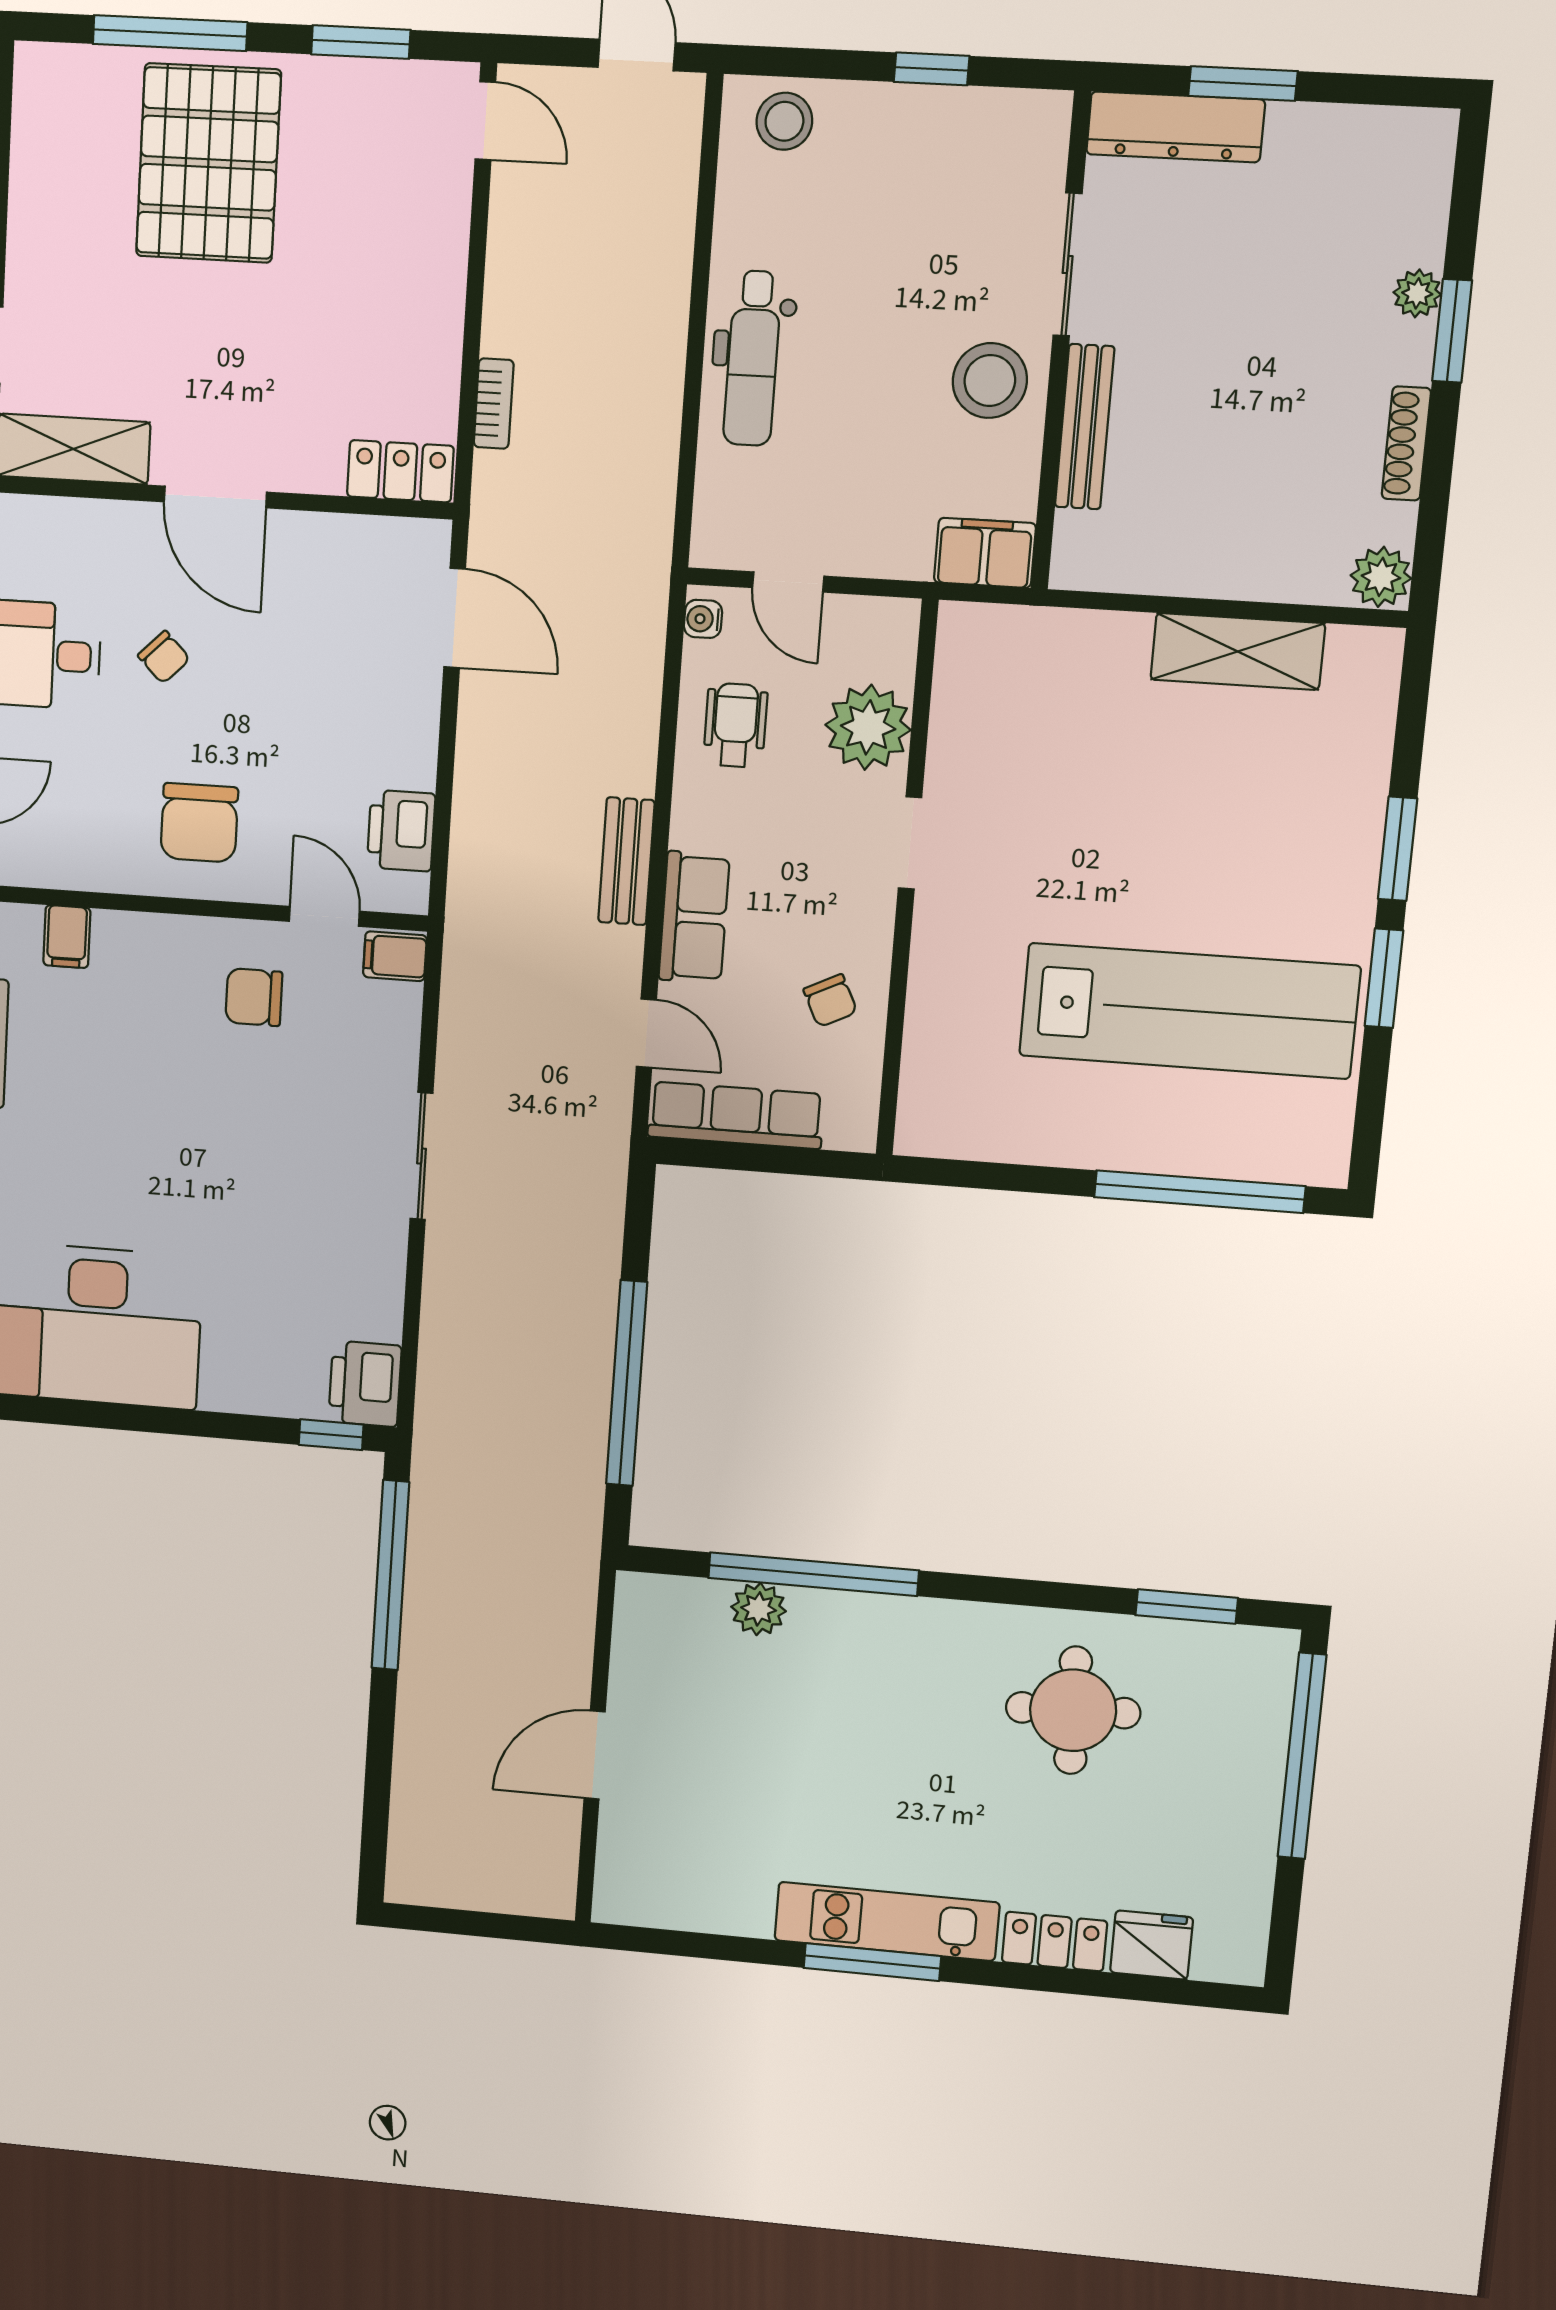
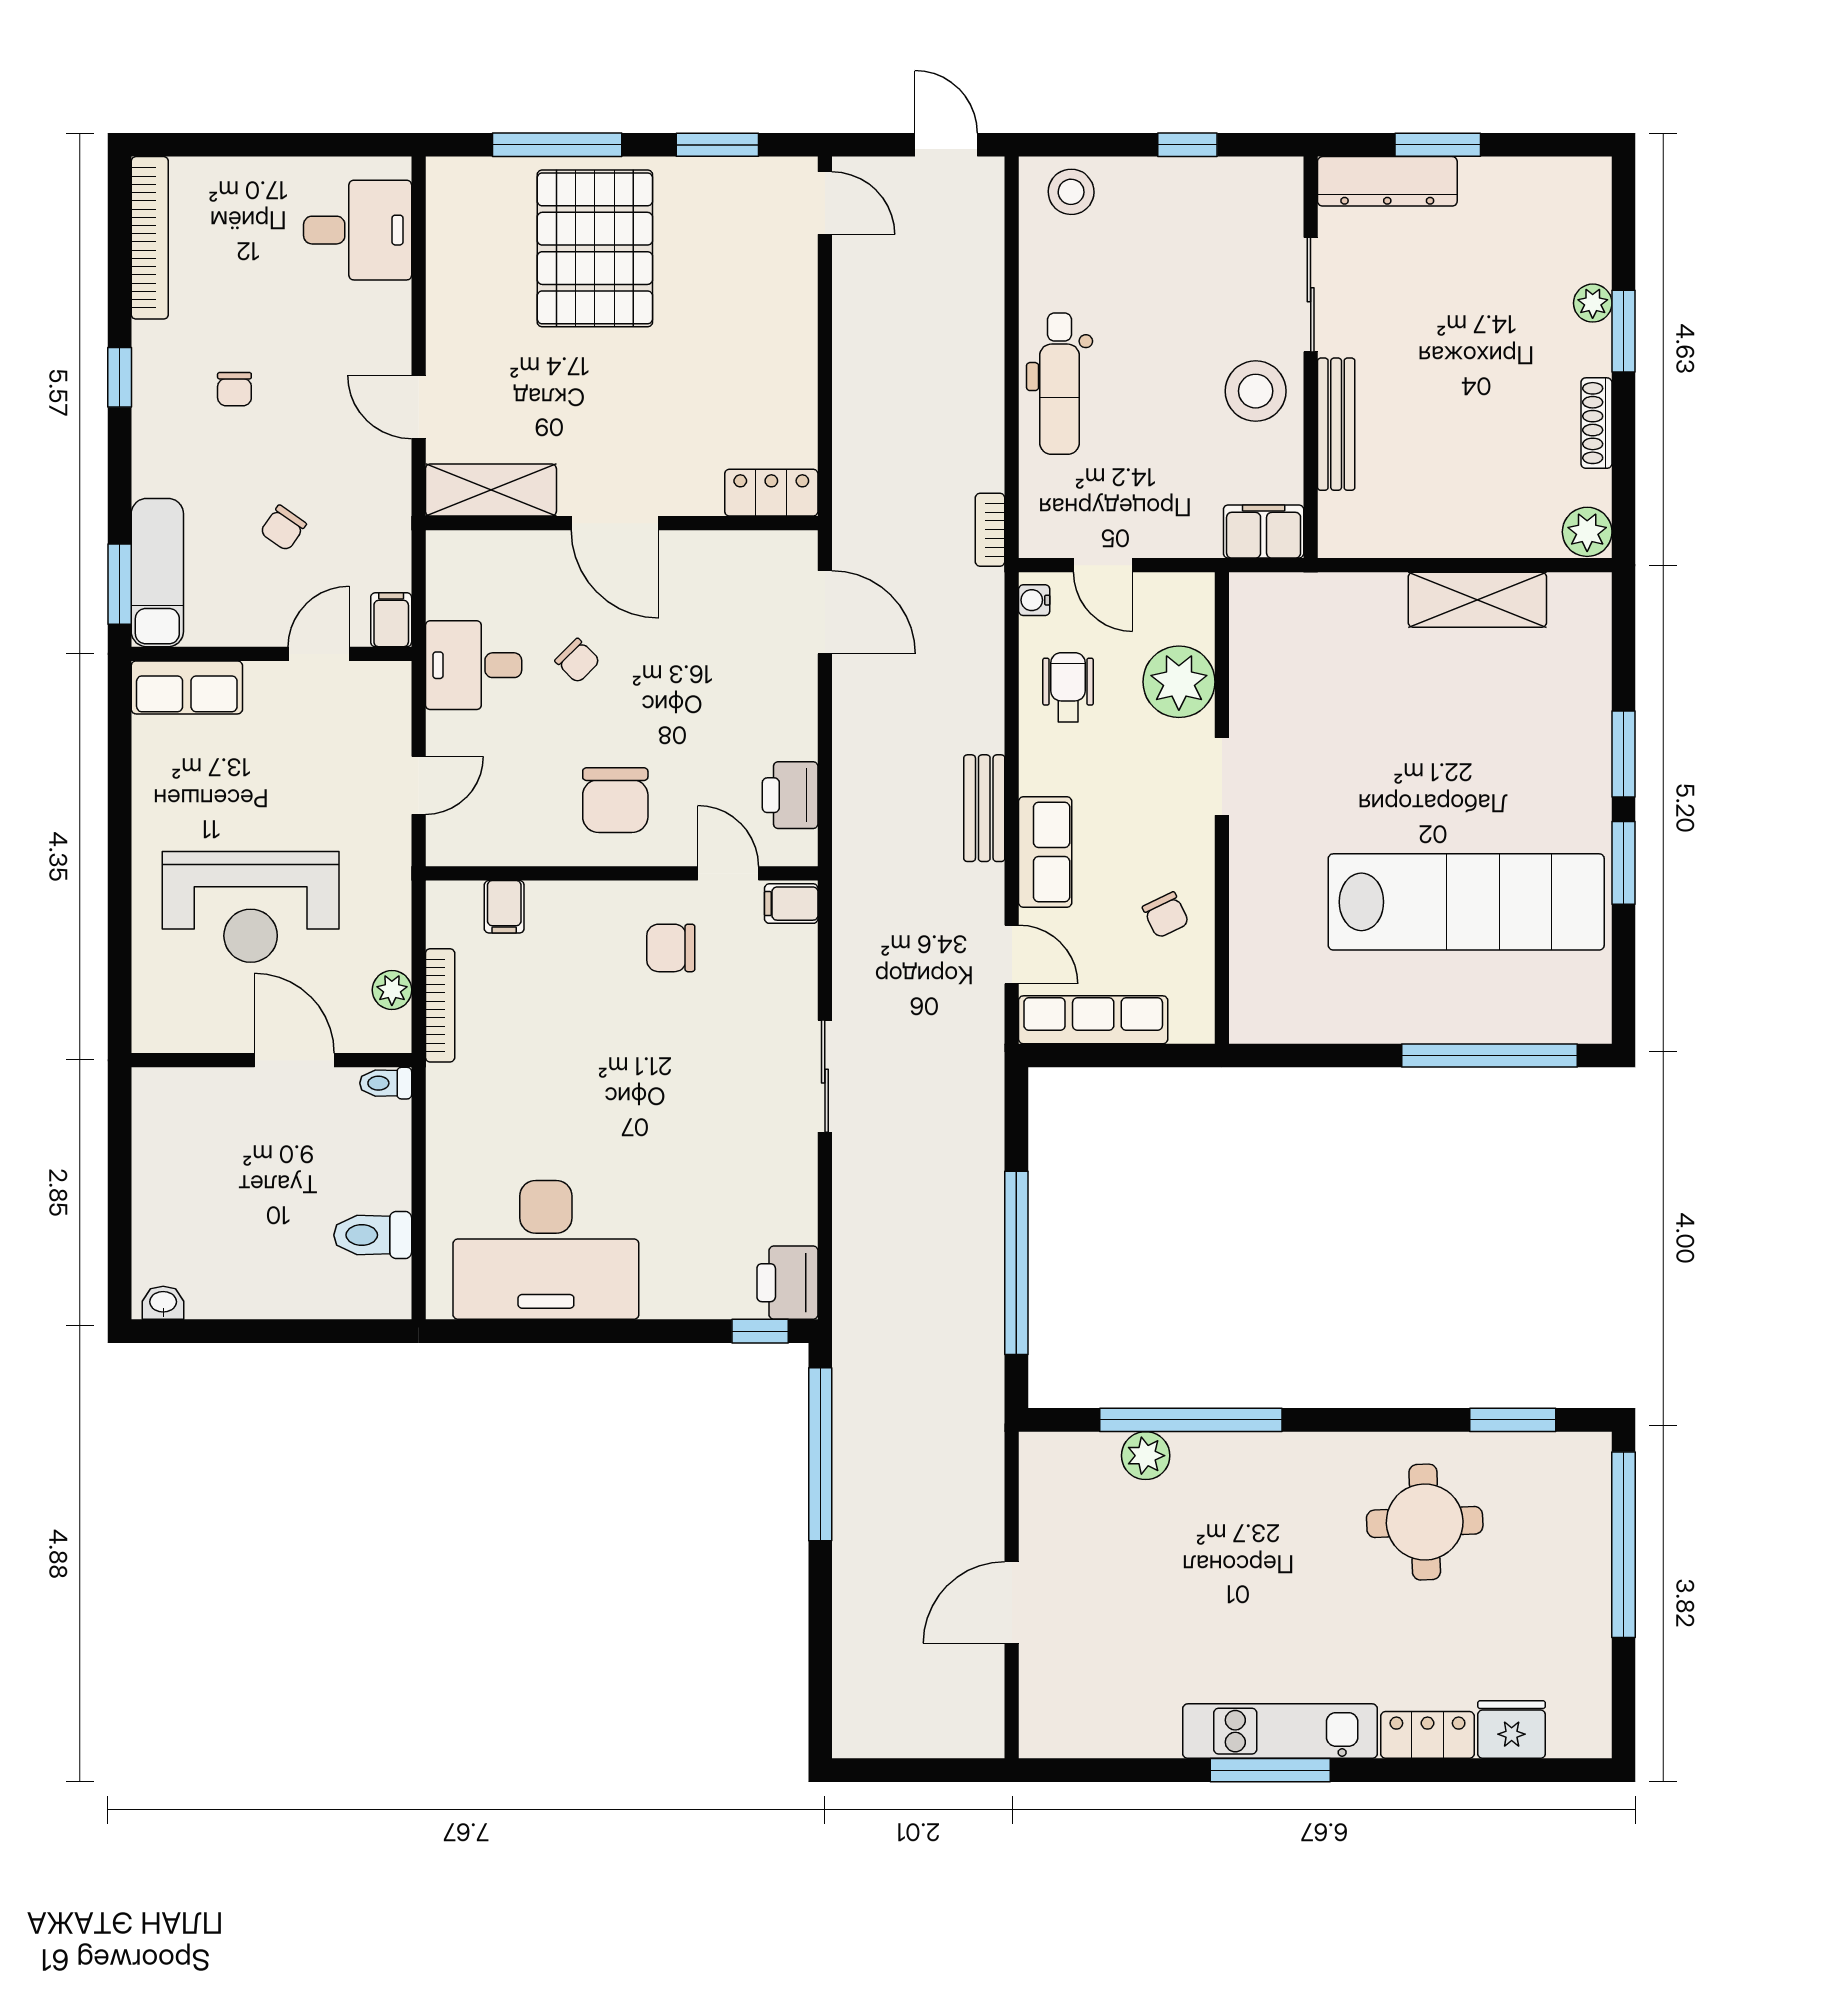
bookcase: (494, 404) -> (990, 530), moved, turned 180

